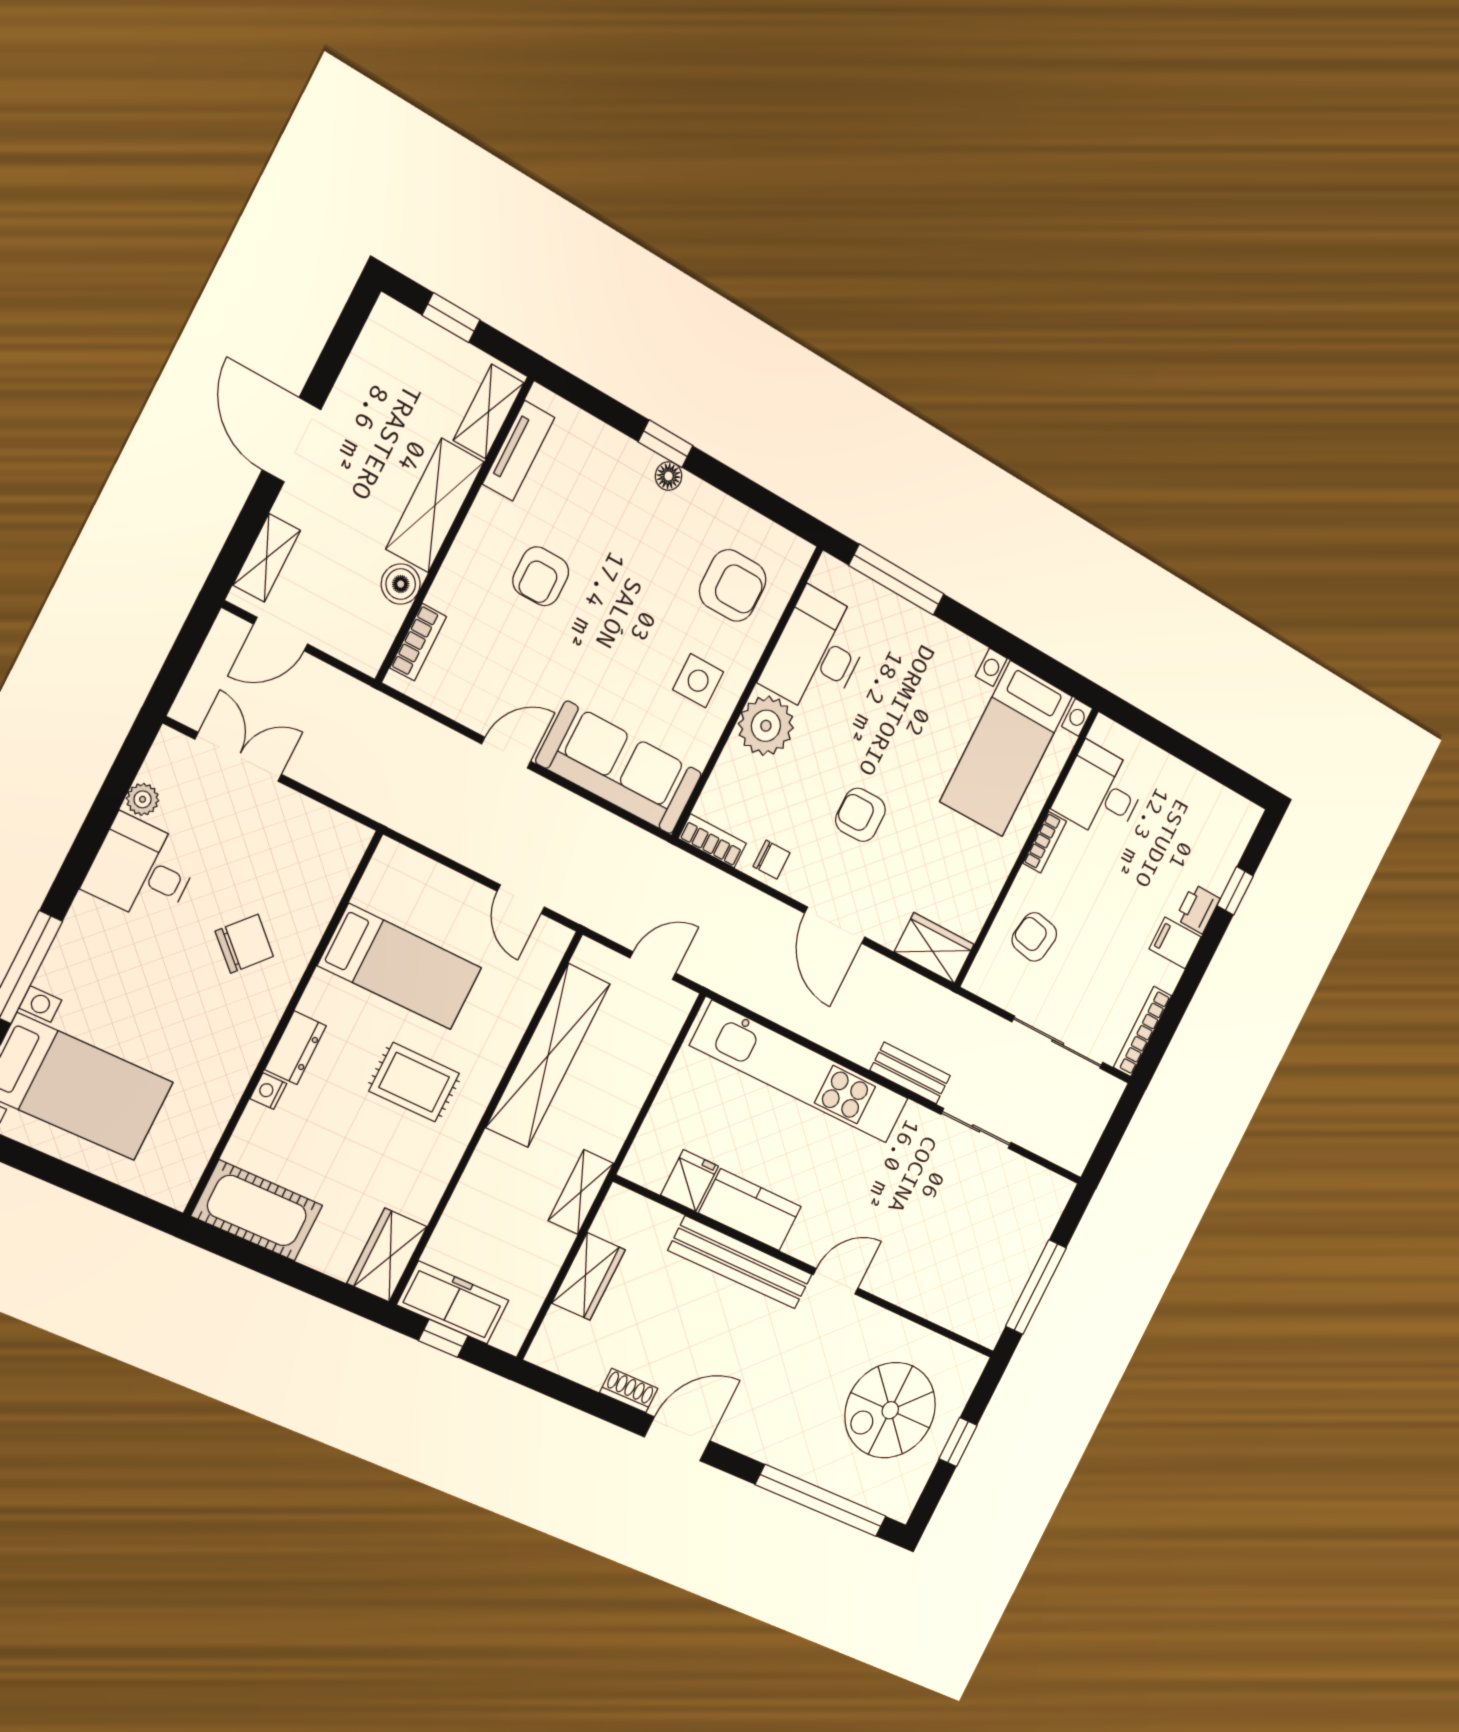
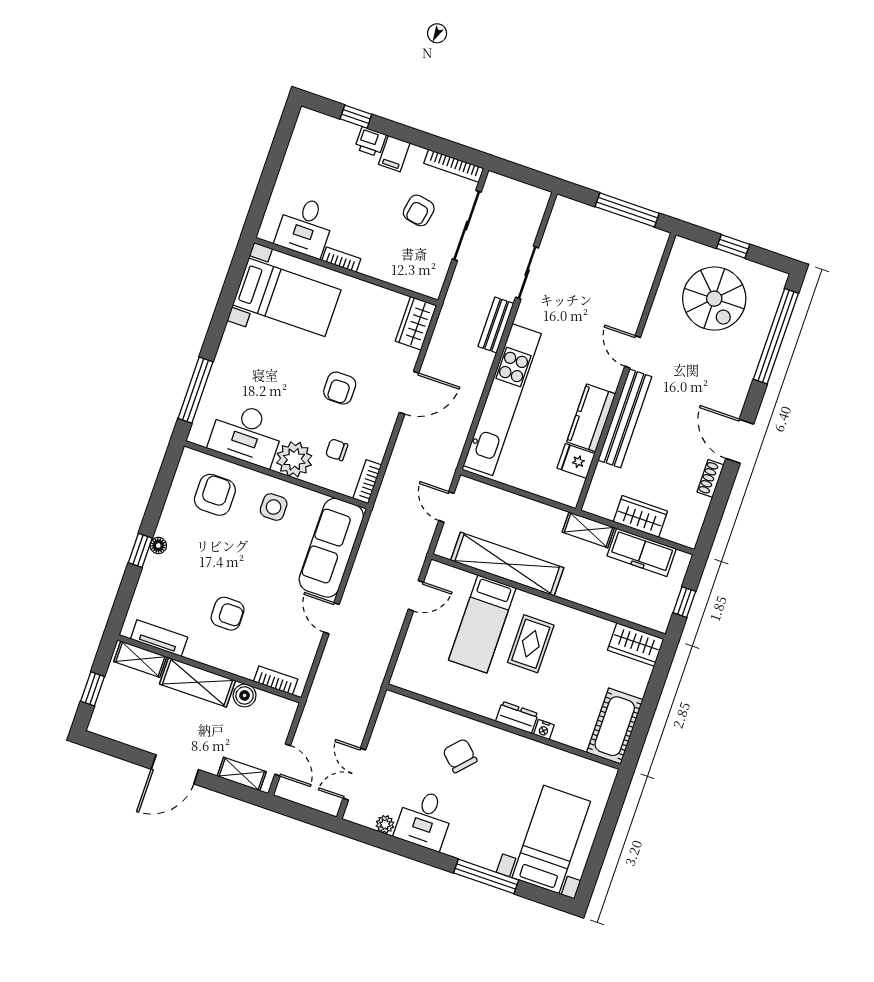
chair: (772, 860) -> (337, 450), moved, turned -90
armchair: (1034, 937) -> (419, 210), moved
bed: (400, 967) -> (482, 624), moved, turned 180
freezer: (453, 1303) -> (642, 552), moved, turned -90

